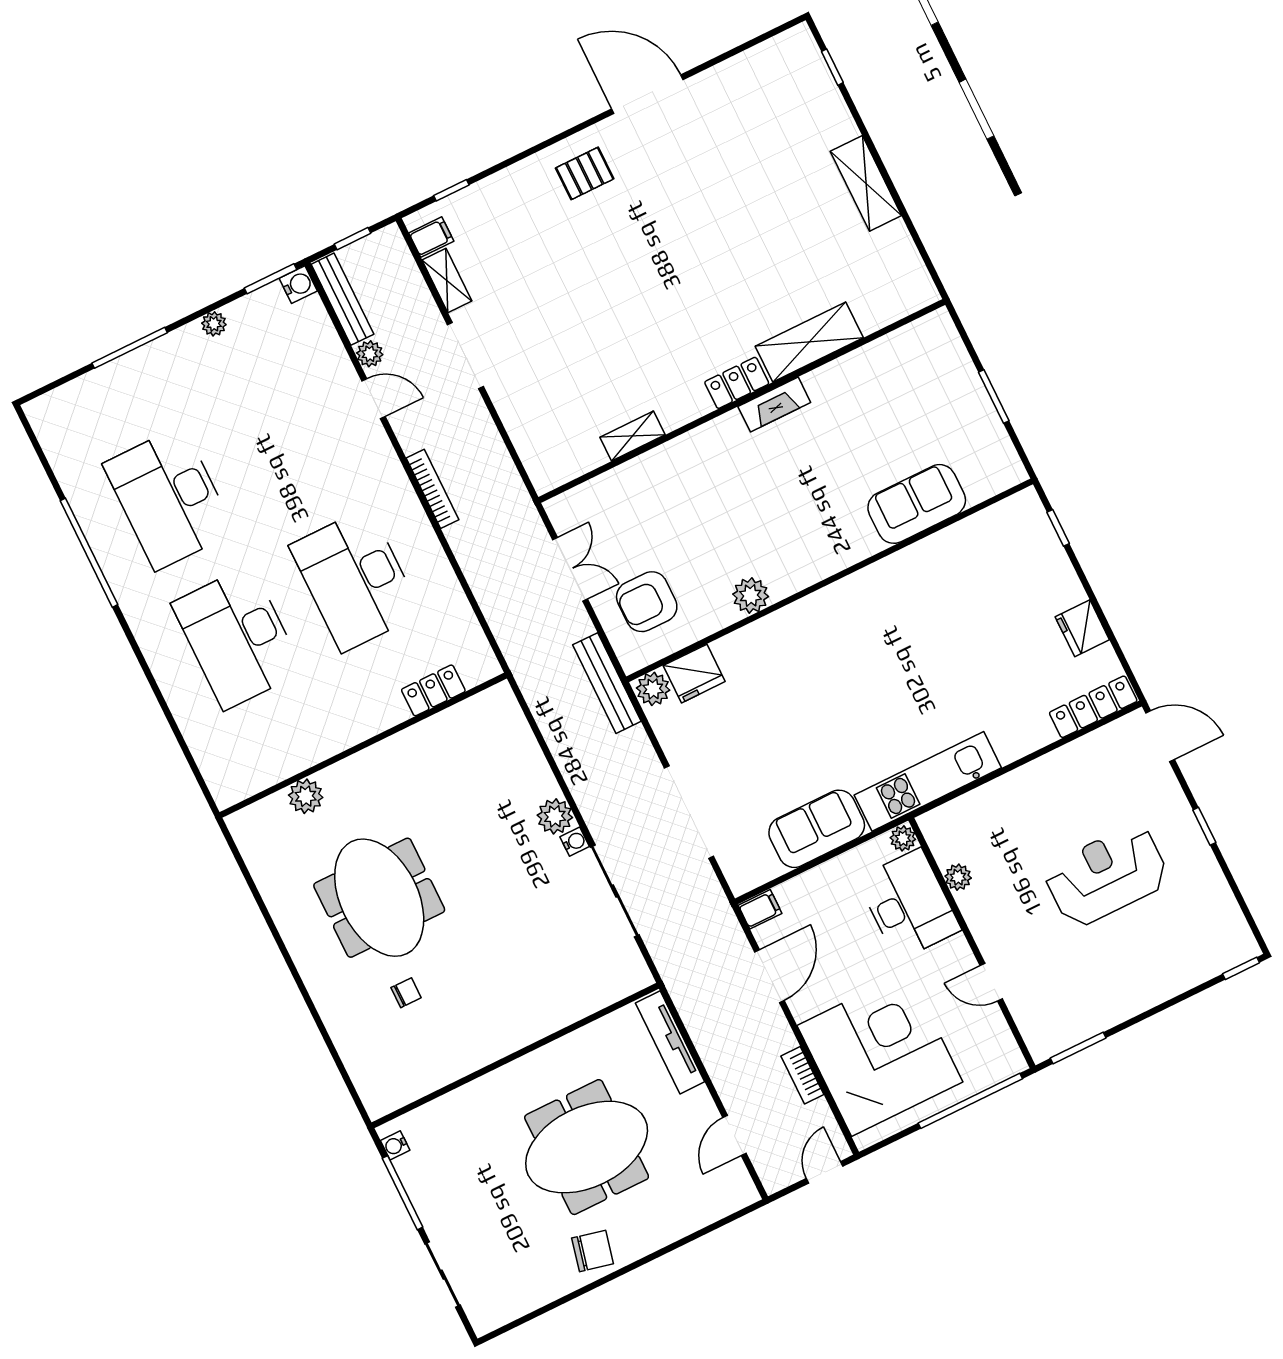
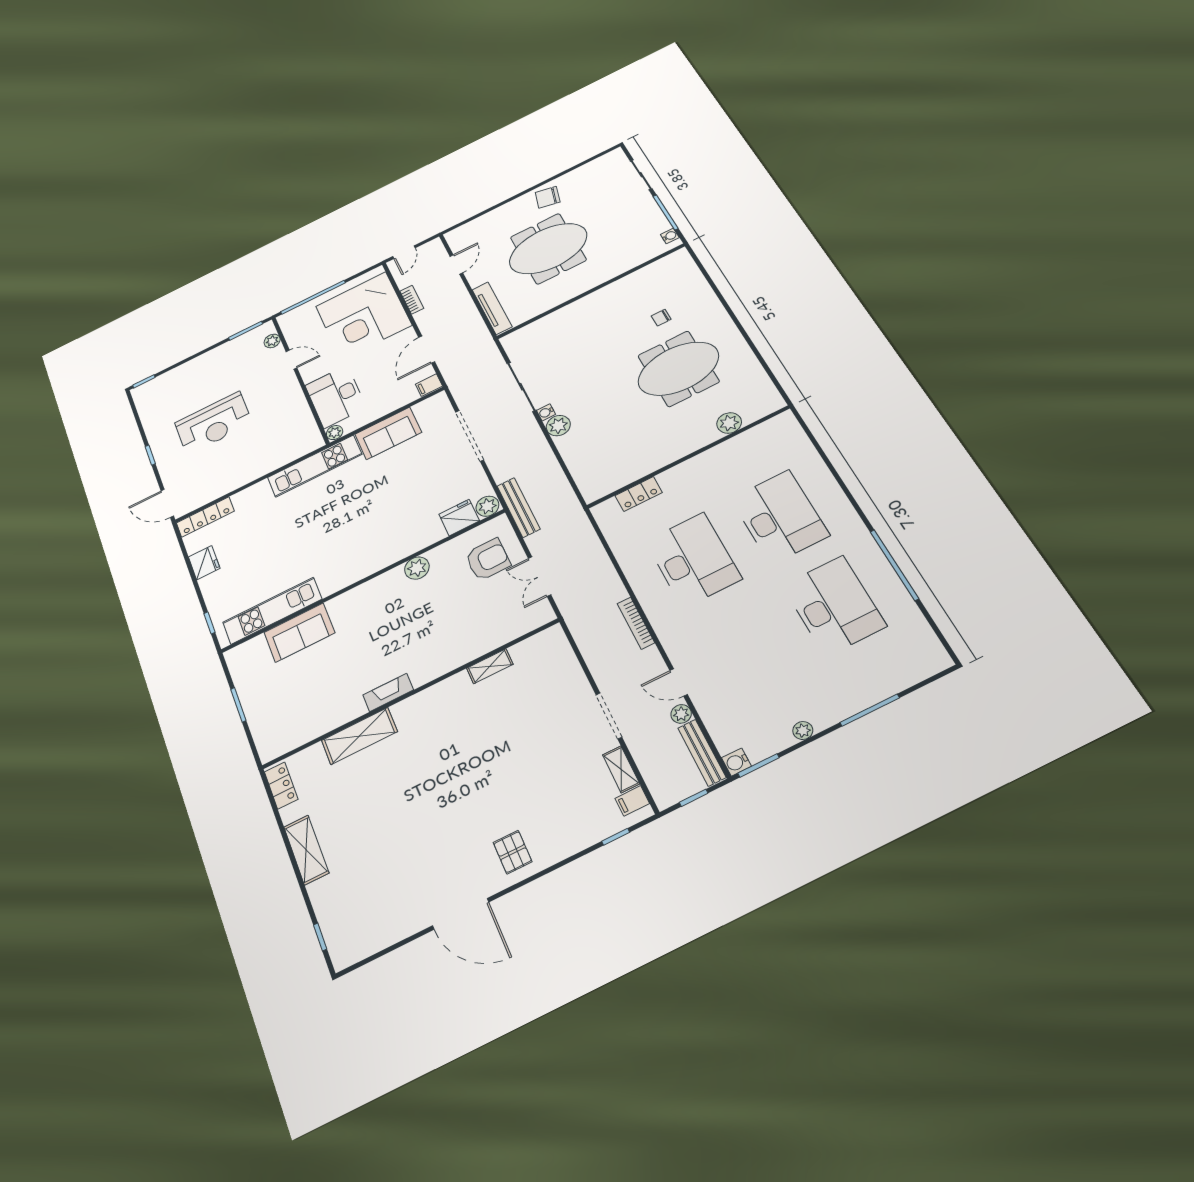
pallet: (585, 173) -> (513, 852), turned 90
locker: (737, 383) -> (281, 785), moved, turned -90
kitchen unit: (963, 541) -> (272, 611), added
plant: (958, 877) -> (272, 341), moved
meeting table: (379, 898) -> (678, 369), turned 90

